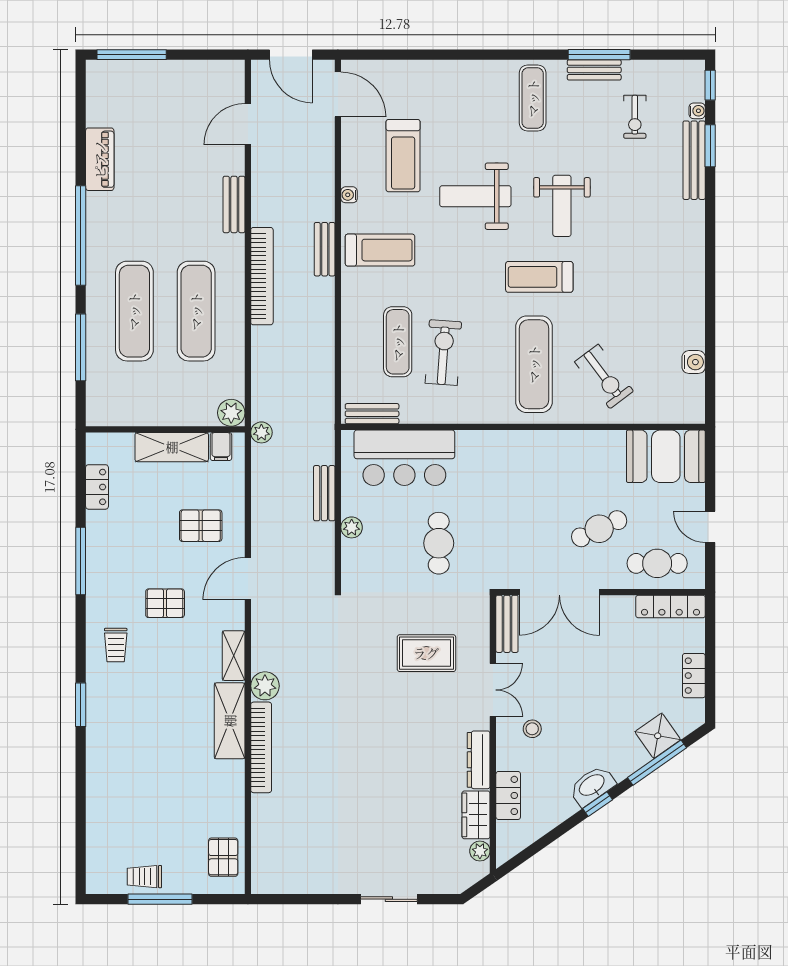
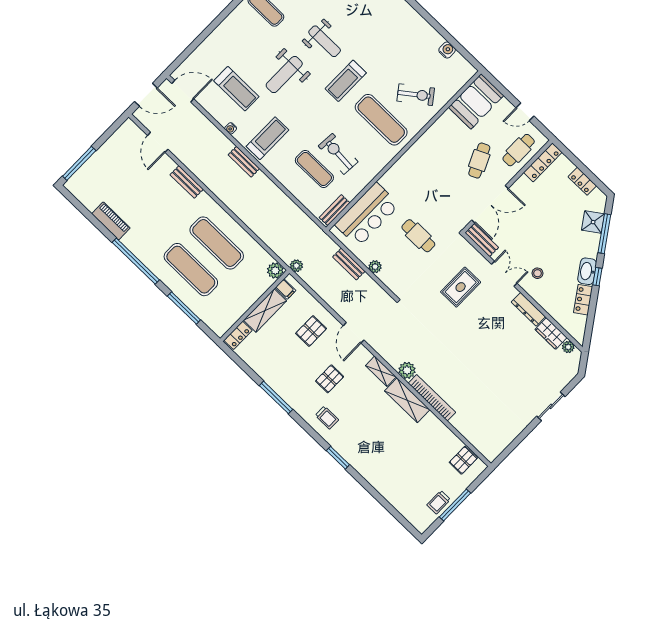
bookcase: (262, 276) -> (229, 200), removed
locker: (97, 487) -> (238, 335), moved, turned 90
locker: (508, 795) -> (583, 300), moved, turned -125
pallet: (223, 857) -> (463, 460), turned 90

